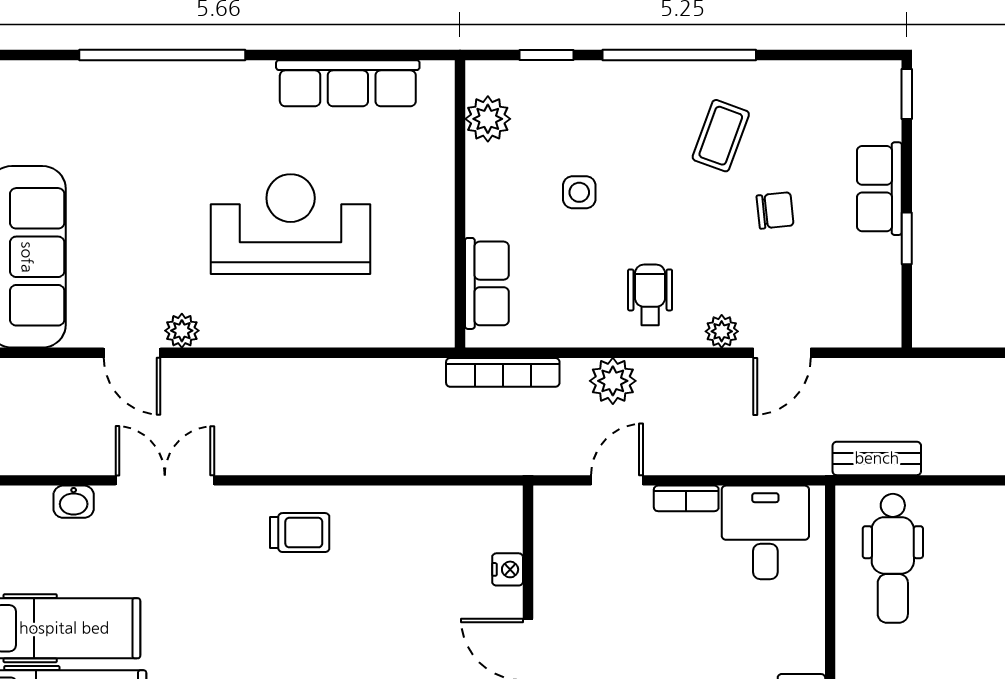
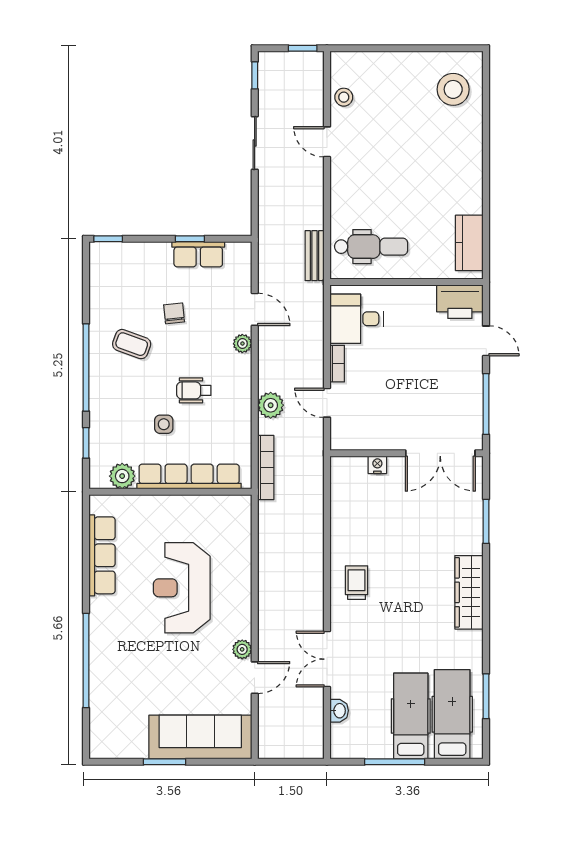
row of seats: (879, 189) -> (198, 254), moved
row of seats: (487, 283) -> (189, 477), width x2.02
wheelchair: (650, 295) -> (194, 390), moved

